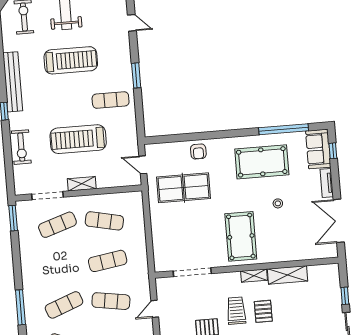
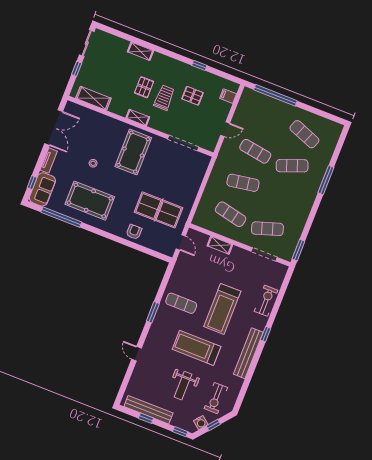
treadmill: (78, 139) -> (222, 309), moved, turned 90
shelving: (82, 184) -> (220, 245), moved
shelving: (288, 275) -> (93, 98), moved
trolley: (236, 311) -> (164, 98), turned 180

